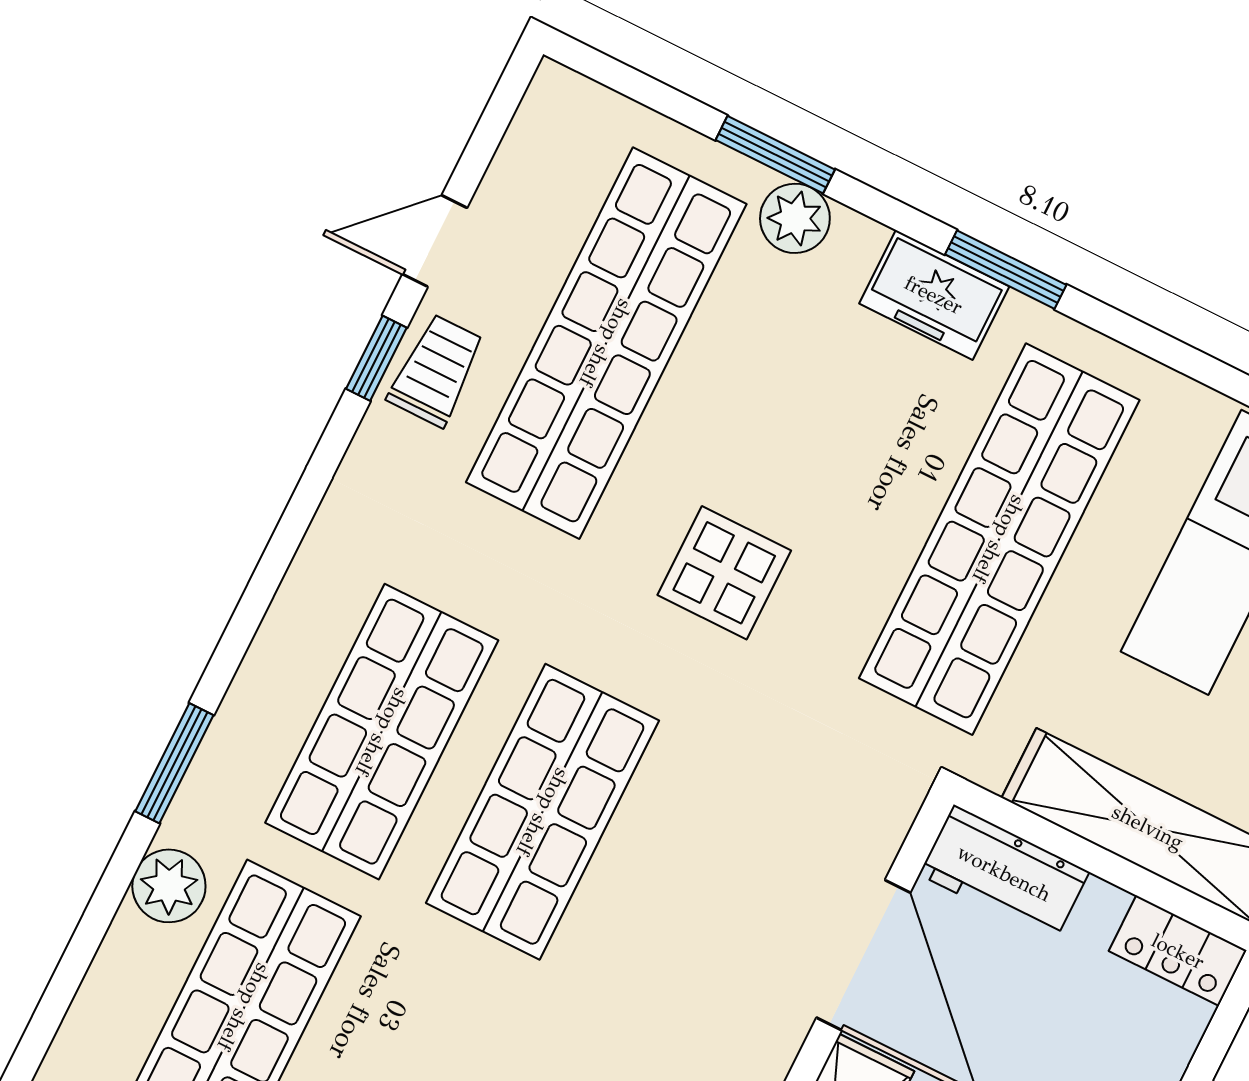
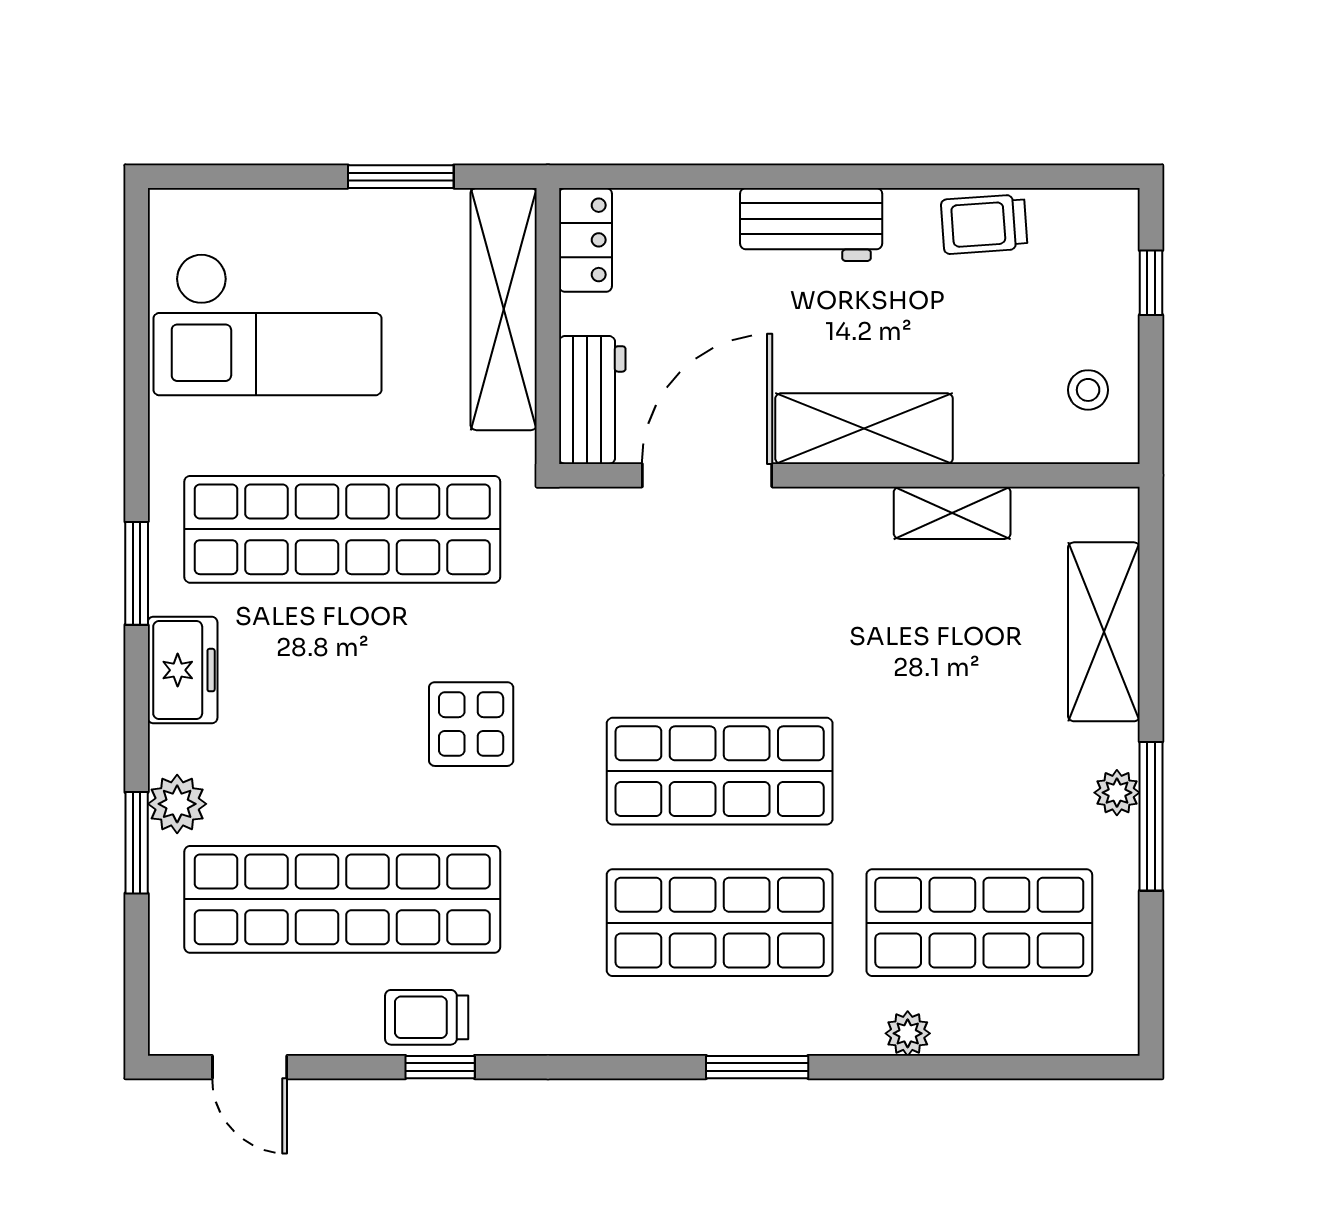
door: (435, 241) -> (250, 1067), moved
window: (1006, 270) -> (137, 573), moved
window: (174, 763) -> (757, 1067), moved
plant: (169, 886) -> (908, 1033), width x0.73, depth x0.73

